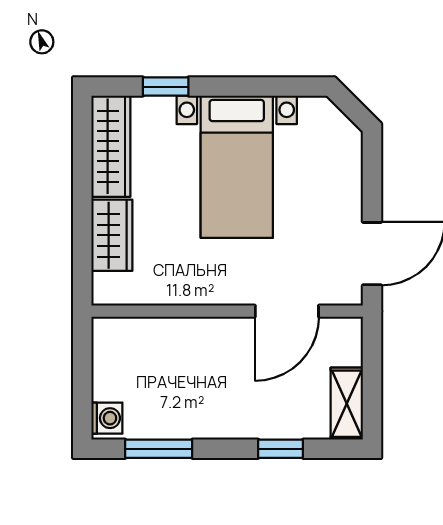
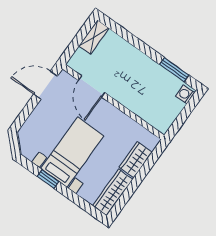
window: (166, 87) -> (48, 179), moved
door: (287, 311) -> (92, 86), swing flipped
window: (281, 449) -> (130, 38), removed

